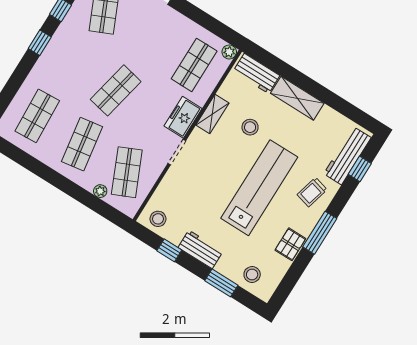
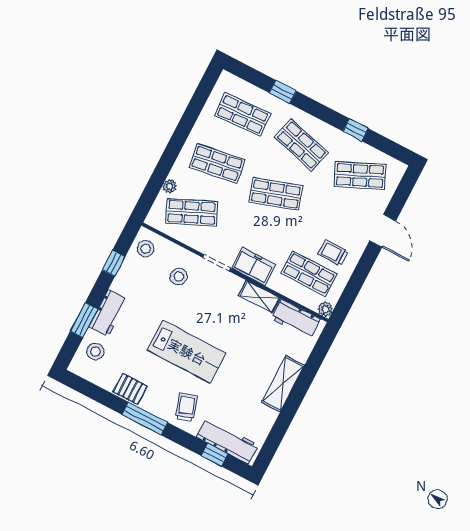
trolley: (176, 40) -> (333, 253), added
window: (40, 43) -> (283, 92), moved
shop shelf: (71, 62) -> (301, 145), added
workbench: (256, 73) -> (296, 319), moved, turned -90
shop shelf: (116, 90) -> (276, 194), turned -30
stool: (250, 127) -> (179, 276), moved
lab bench: (259, 188) -> (187, 352), width x0.73
trolley: (312, 192) -> (186, 407), turned 57
workbench: (200, 249) -> (108, 313), moved

